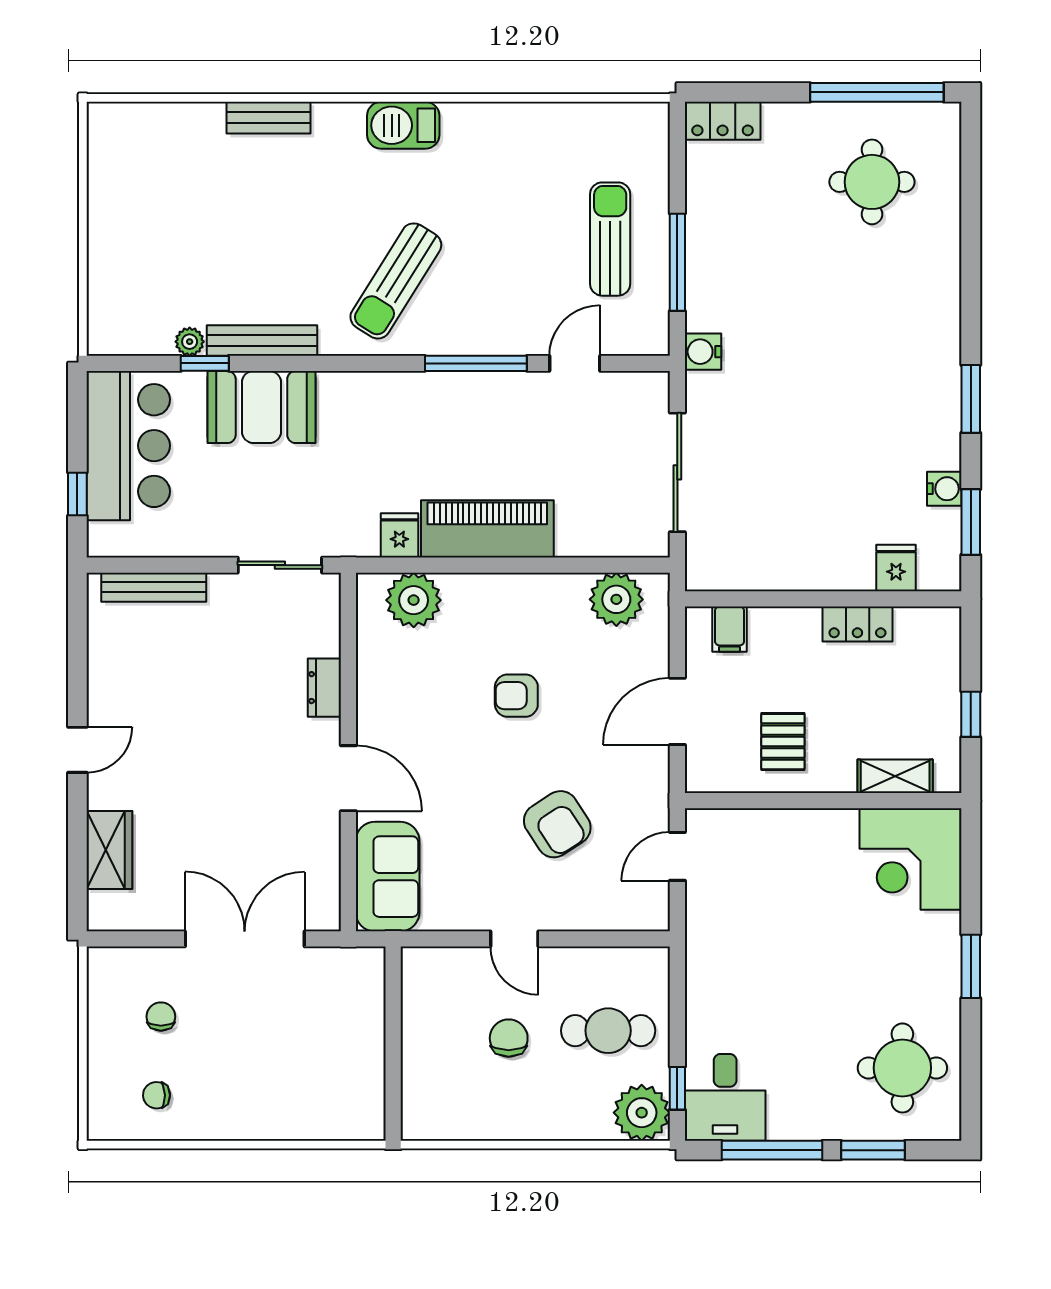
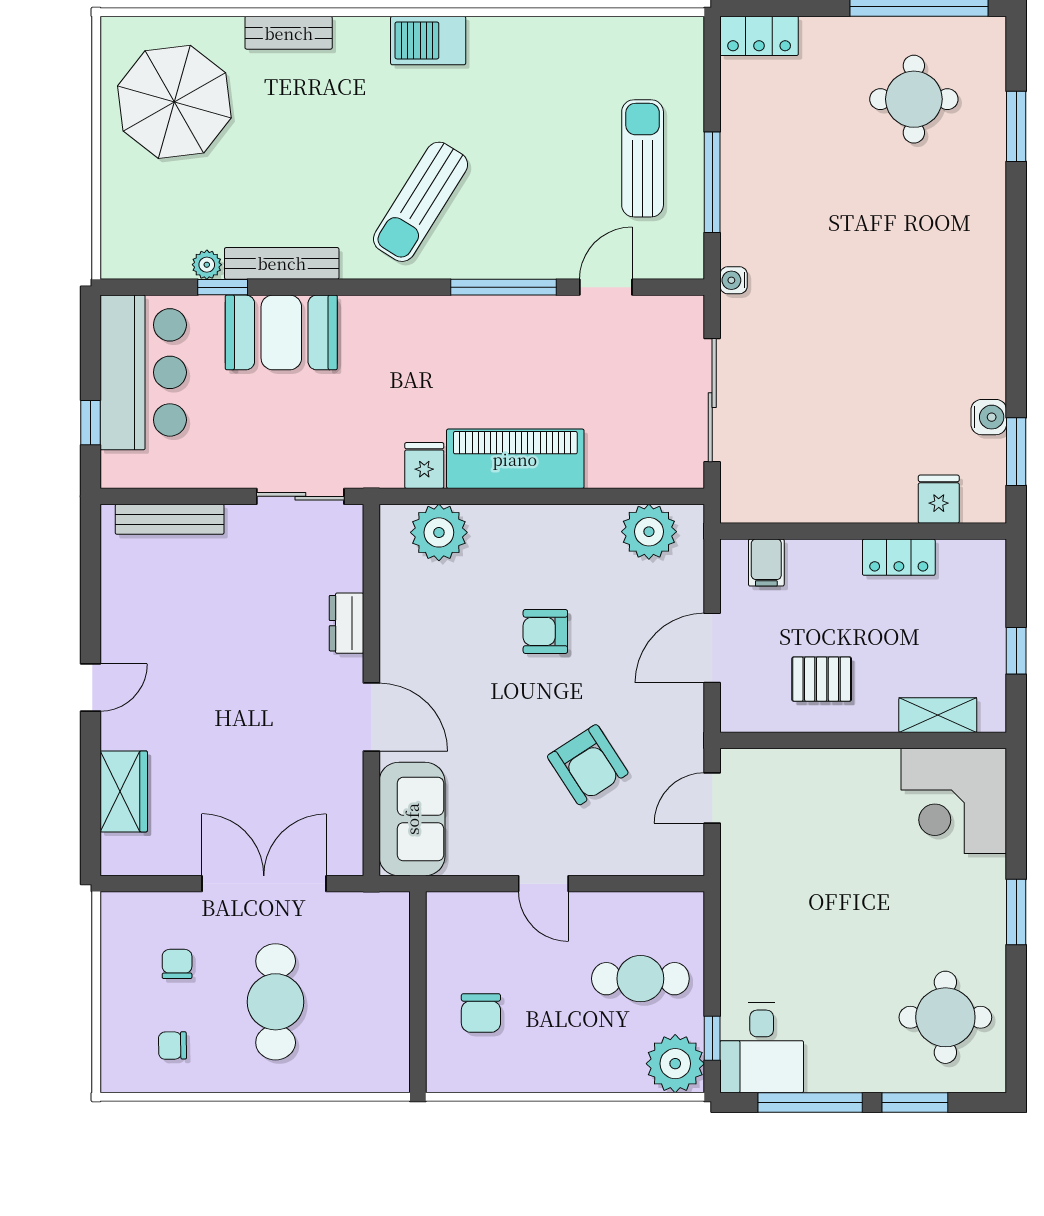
parasol: (158, 184) -> (174, 102), added
water cooler: (703, 352) -> (734, 280), width x0.72, depth x0.72
window: (971, 399) -> (1016, 126), moved
pallet: (783, 742) -> (822, 679), turned 90
chair: (509, 1038) -> (481, 1013), moved, turned 180
cafe table: (256, 1053) -> (276, 1002), added

